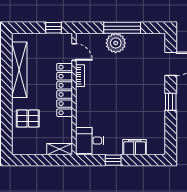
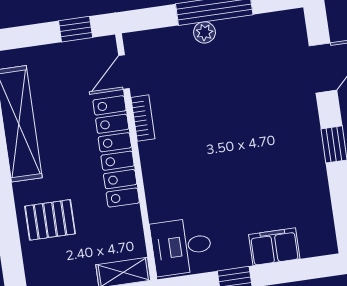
plant: (116, 43) -> (204, 32), width x0.53, depth x0.53
door: (74, 52) -> (124, 72), swing flipped

